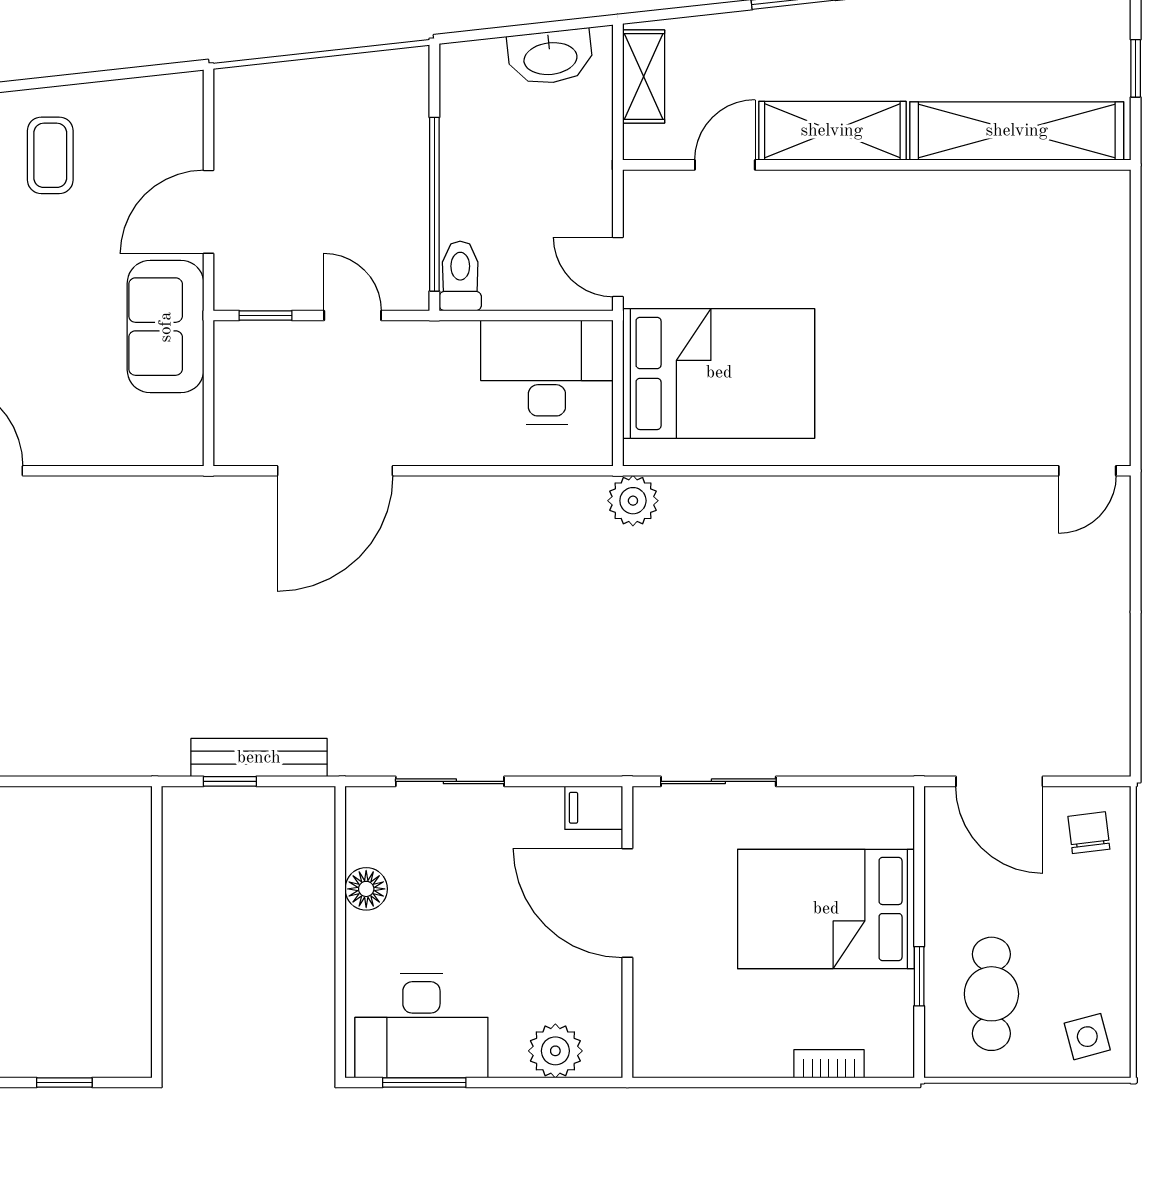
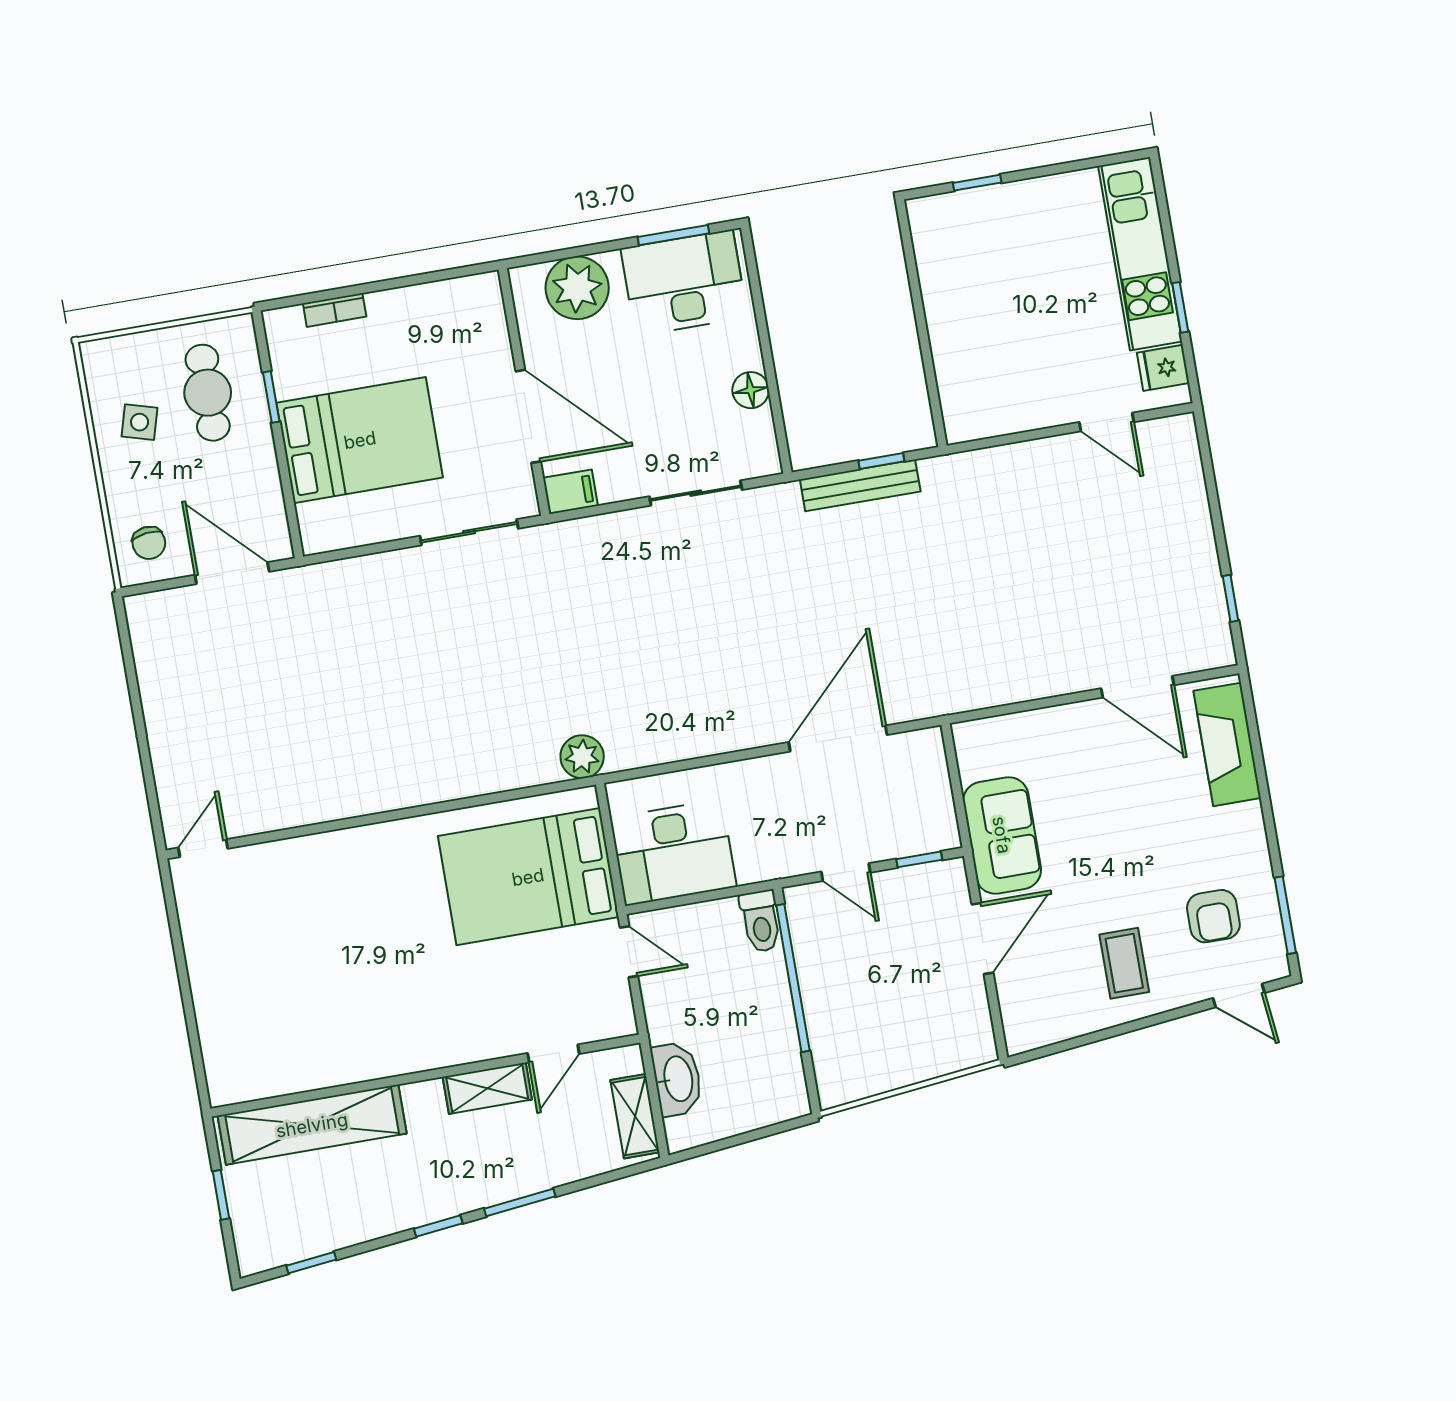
washbasin: (550, 57) -> (677, 1079), moved, turned 96
shelving: (832, 131) -> (487, 1088), width x0.67, depth x0.75
side table: (1087, 1037) -> (140, 422), moved, turned 31
plant: (555, 1051) -> (577, 288), width x1.36, depth x1.36

